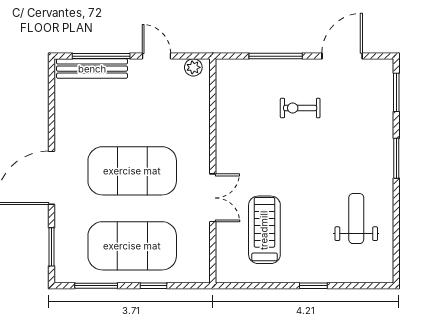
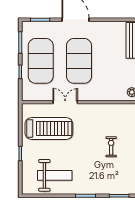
double door: (213, 198) -> (65, 102), swing flipped
weight bench: (356, 219) -> (55, 175), width x1.36, depth x1.33
treadmill: (264, 230) -> (49, 128), width x1.37, depth x1.38

